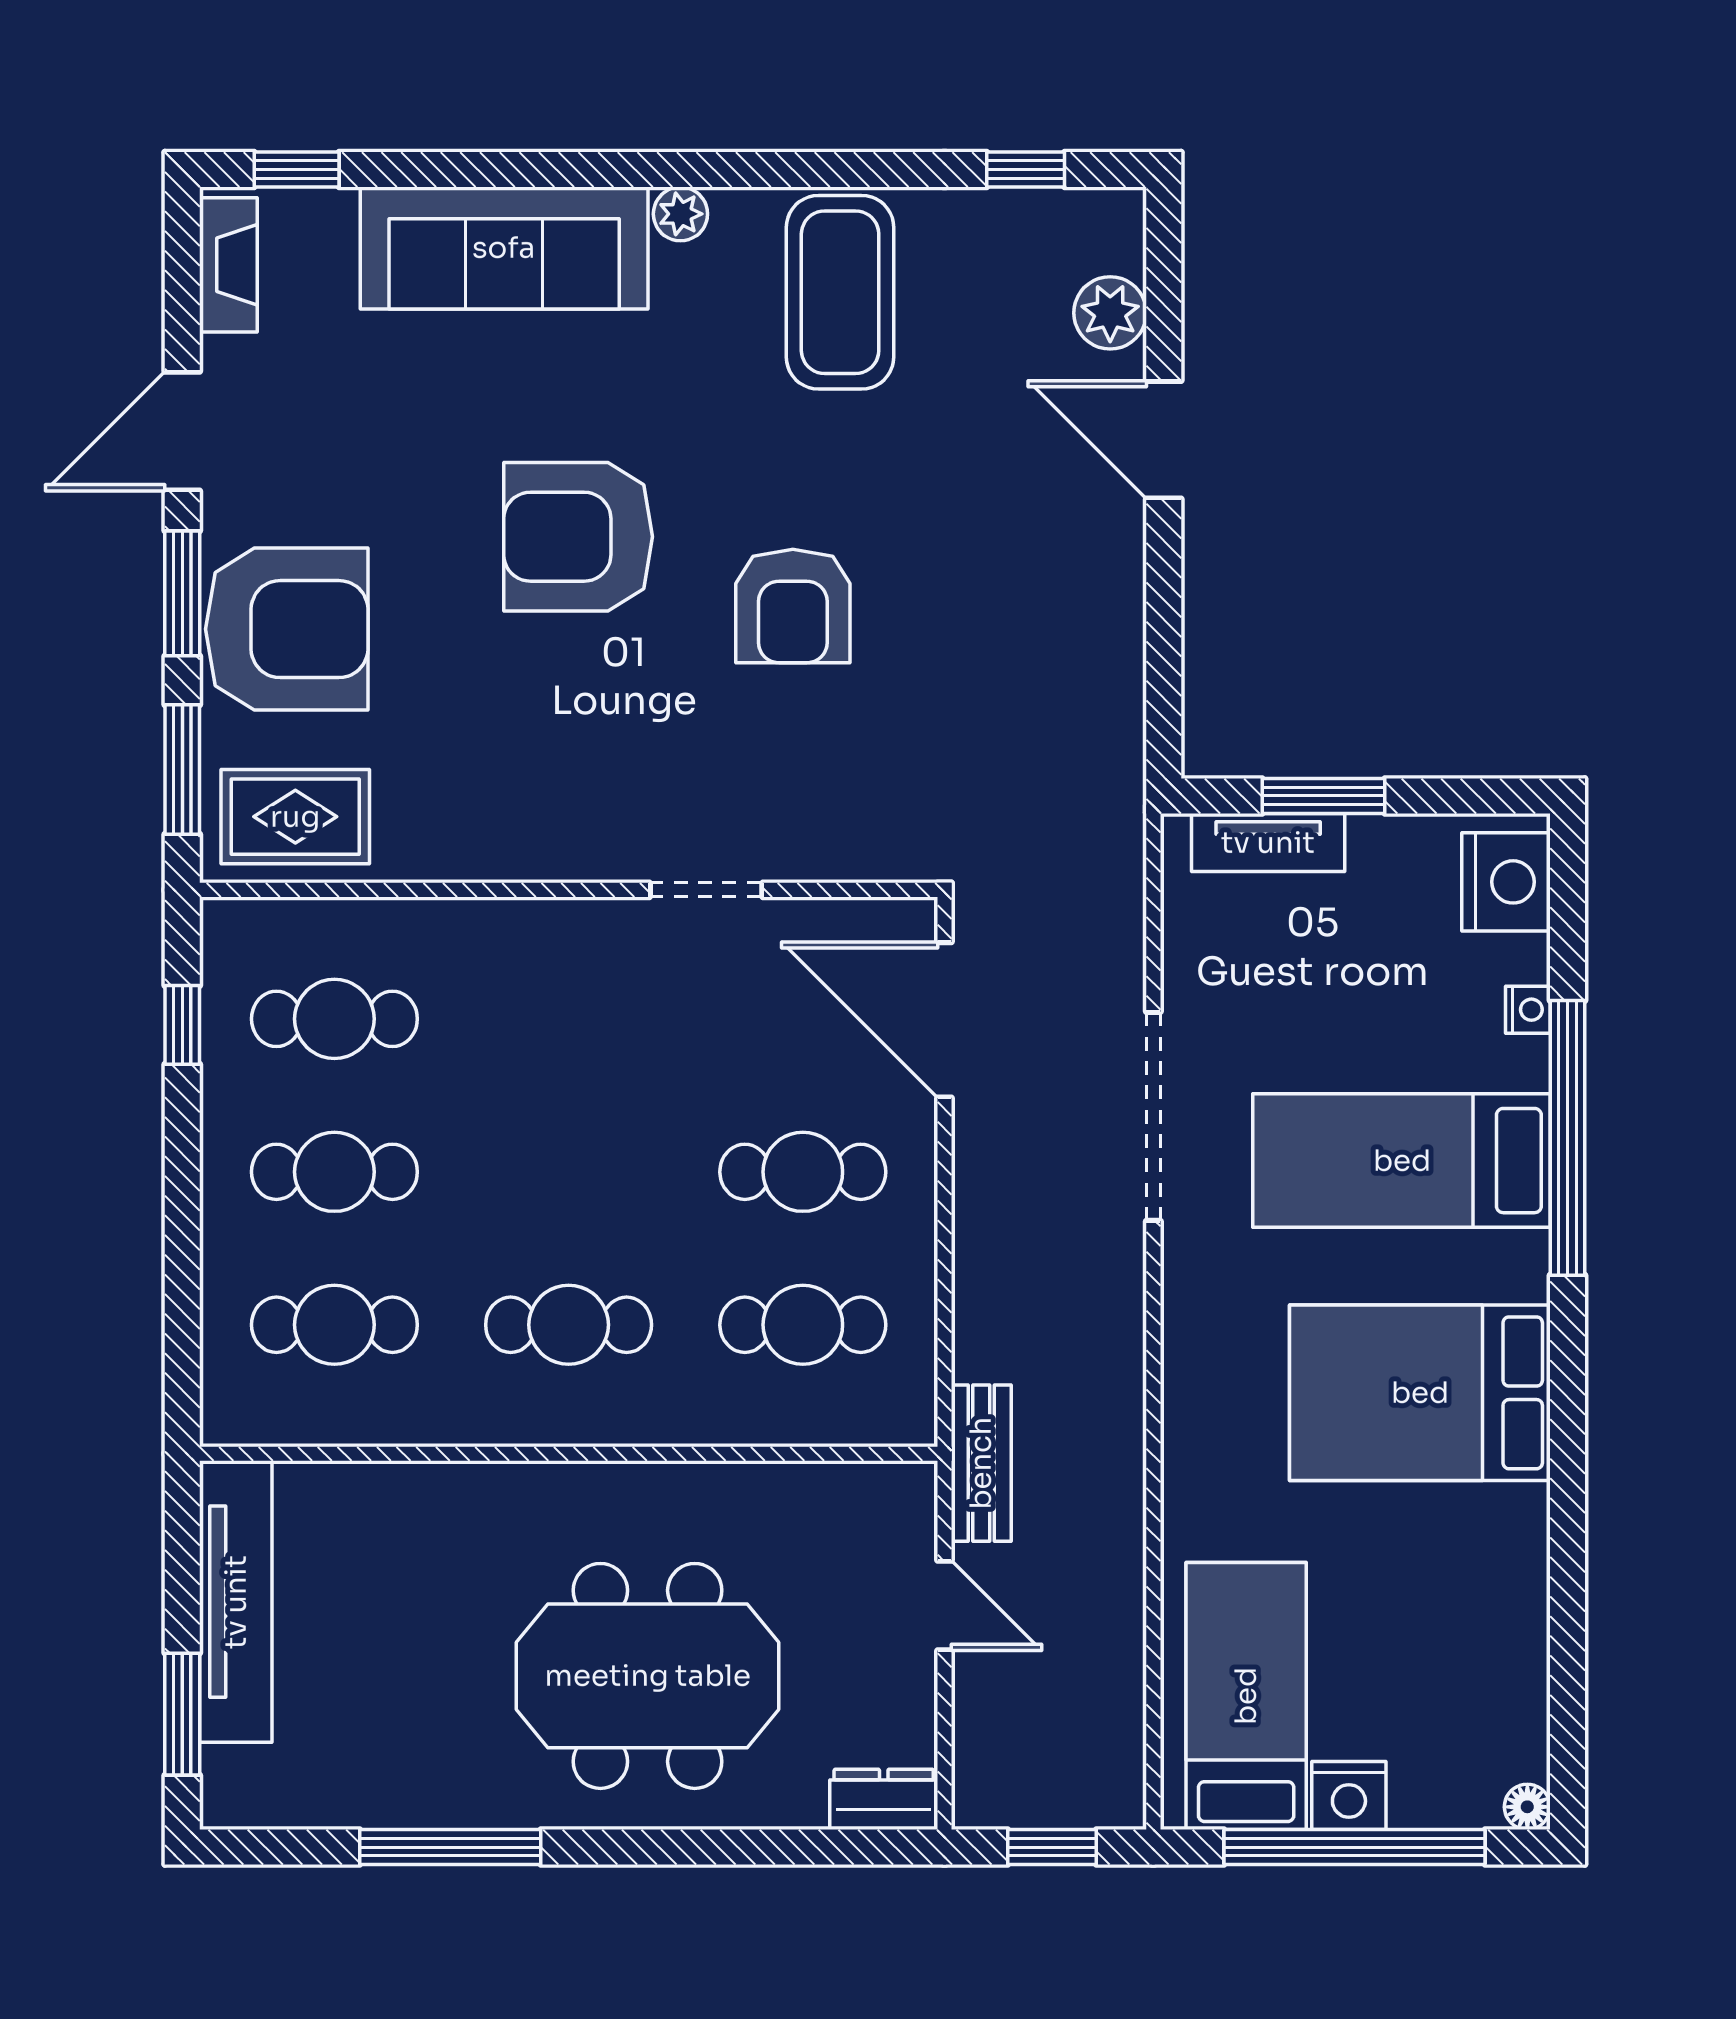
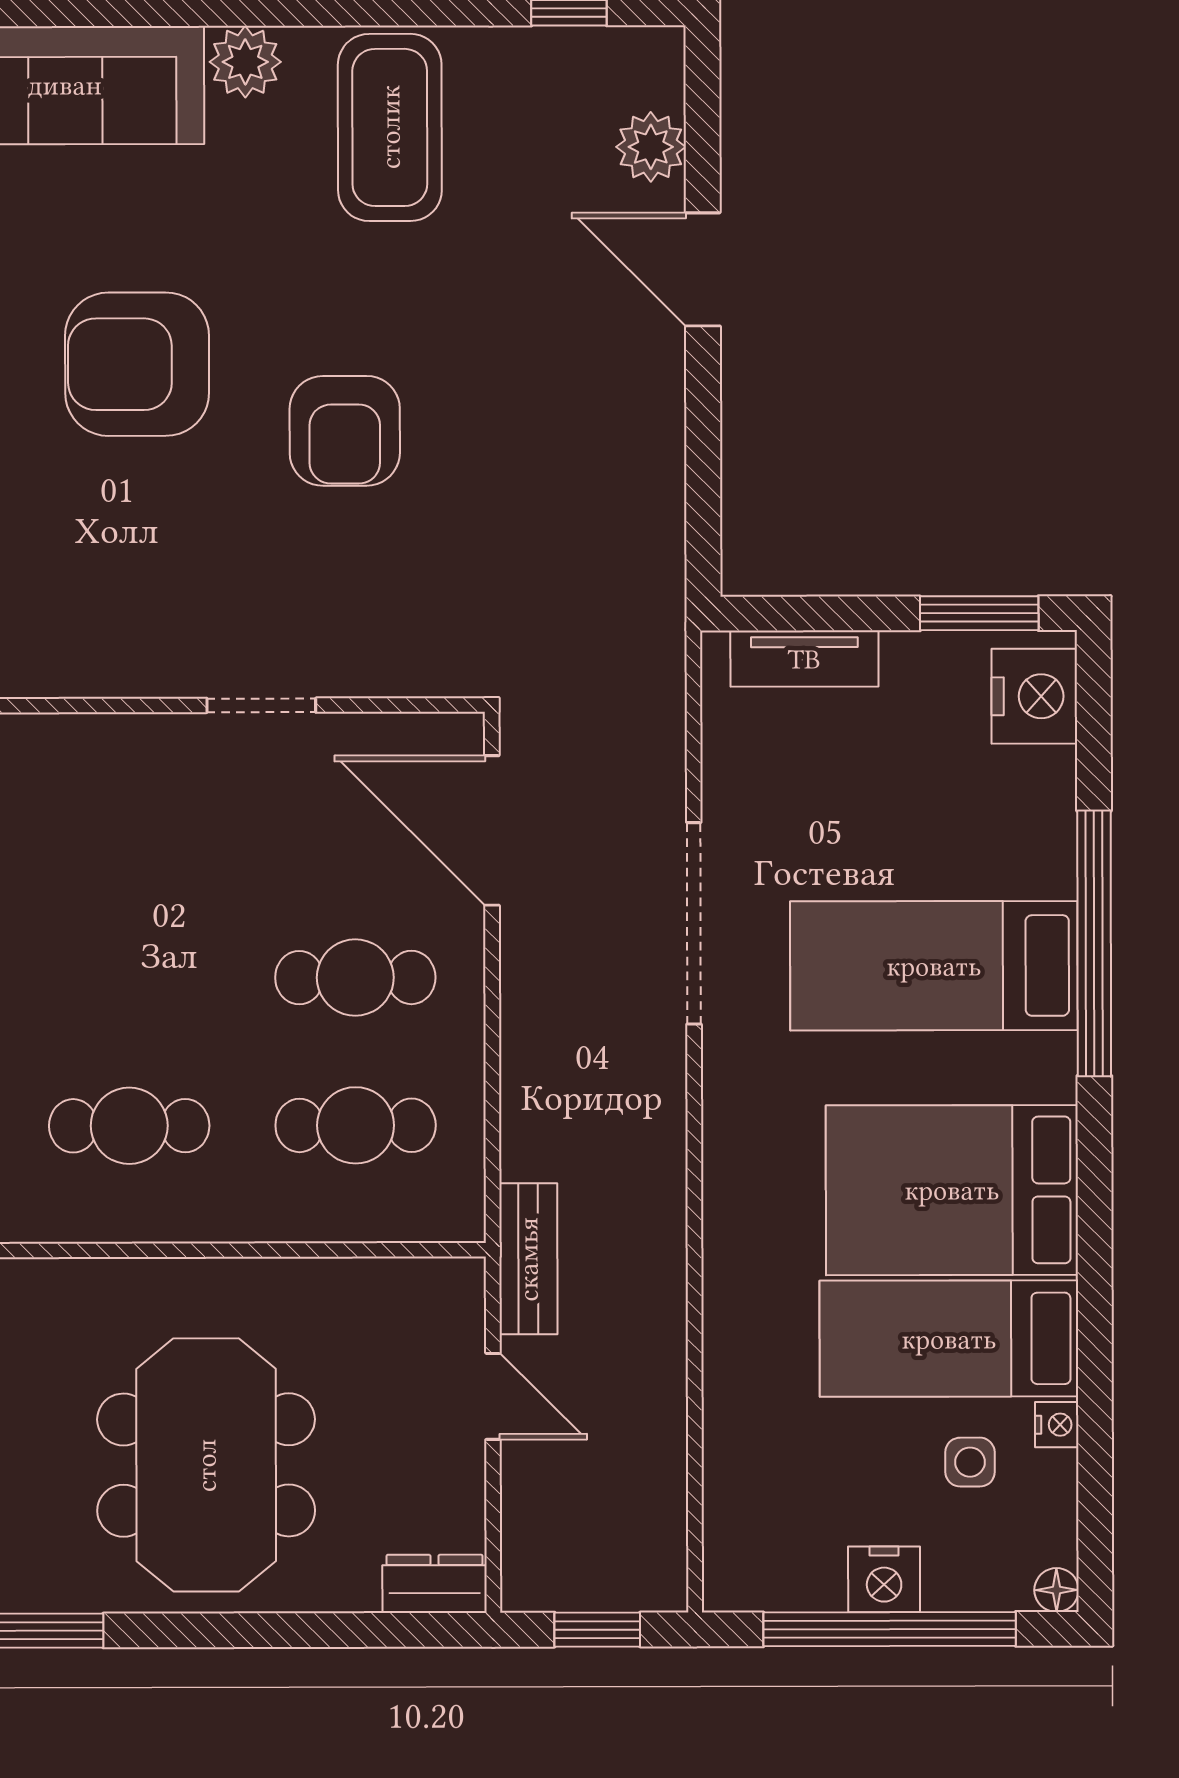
plant: (680, 214) -> (245, 62), width x1.38, depth x1.38
window: (1324, 796) -> (979, 613), moved
nightstand: (1528, 1010) -> (1057, 1425), moved
side table: (1438, 1674) -> (970, 1462), added
meeting table: (648, 1676) -> (206, 1465), turned 90
bed: (1246, 1696) -> (949, 1339), moved, turned -90

